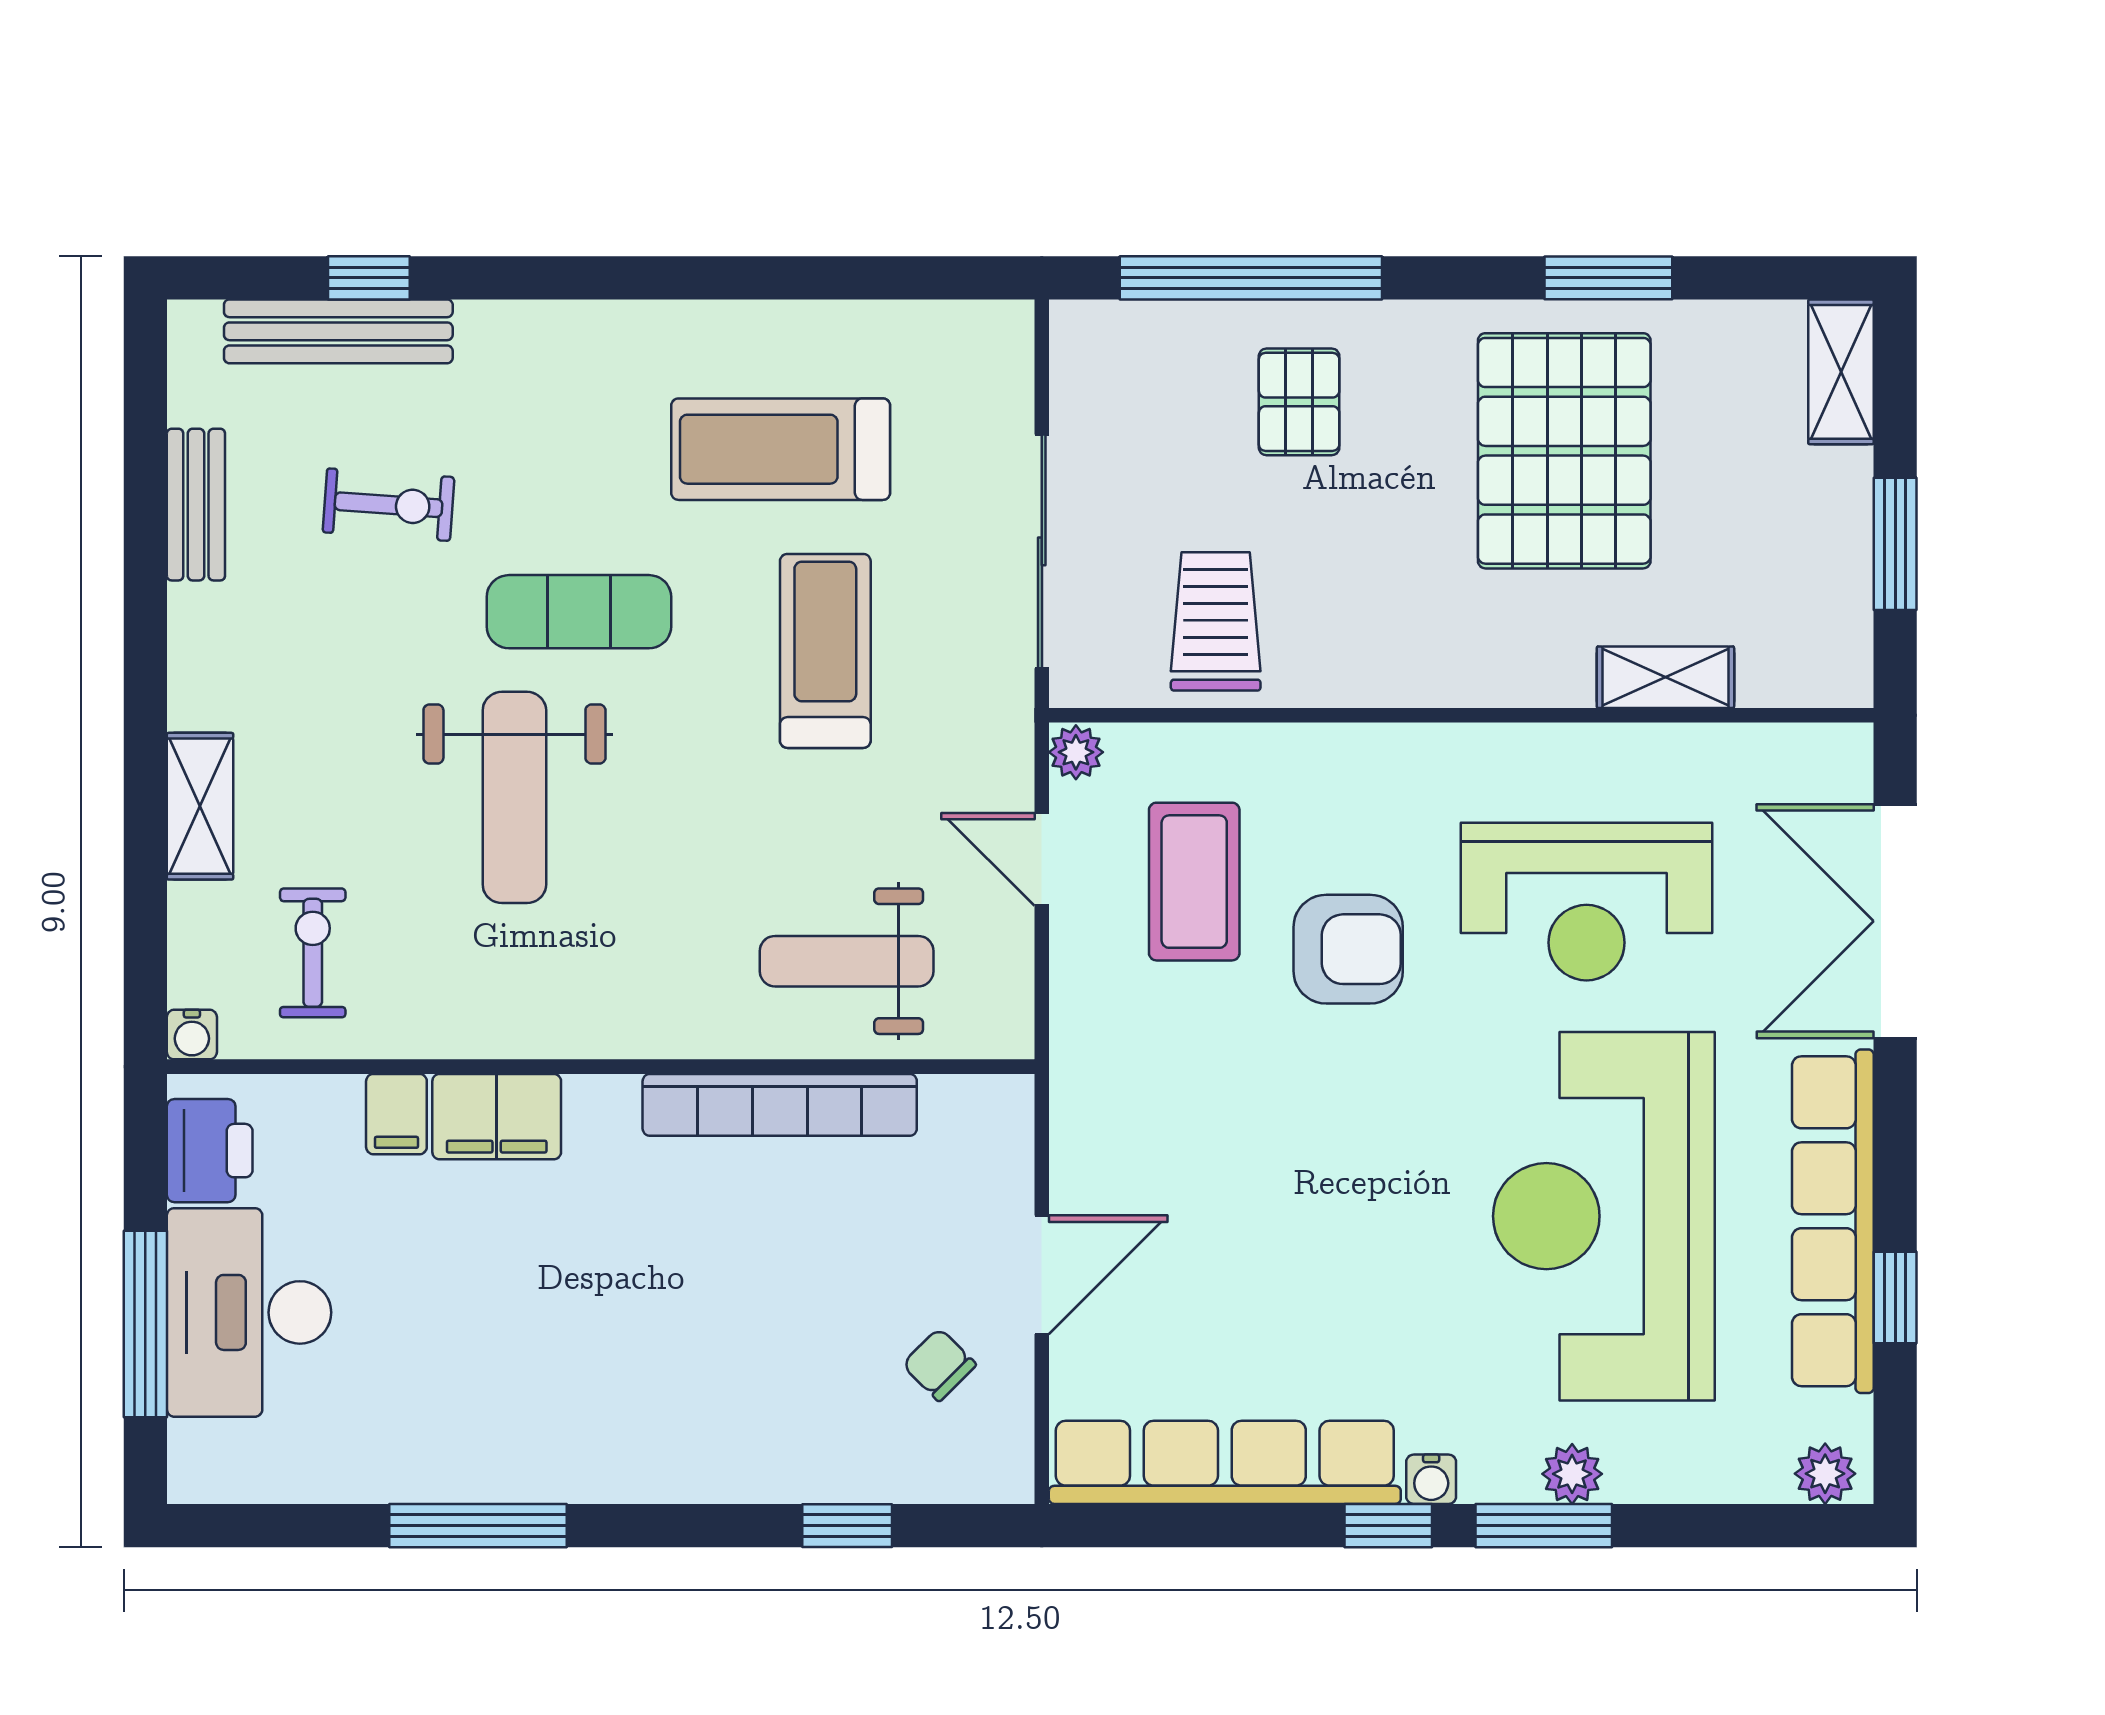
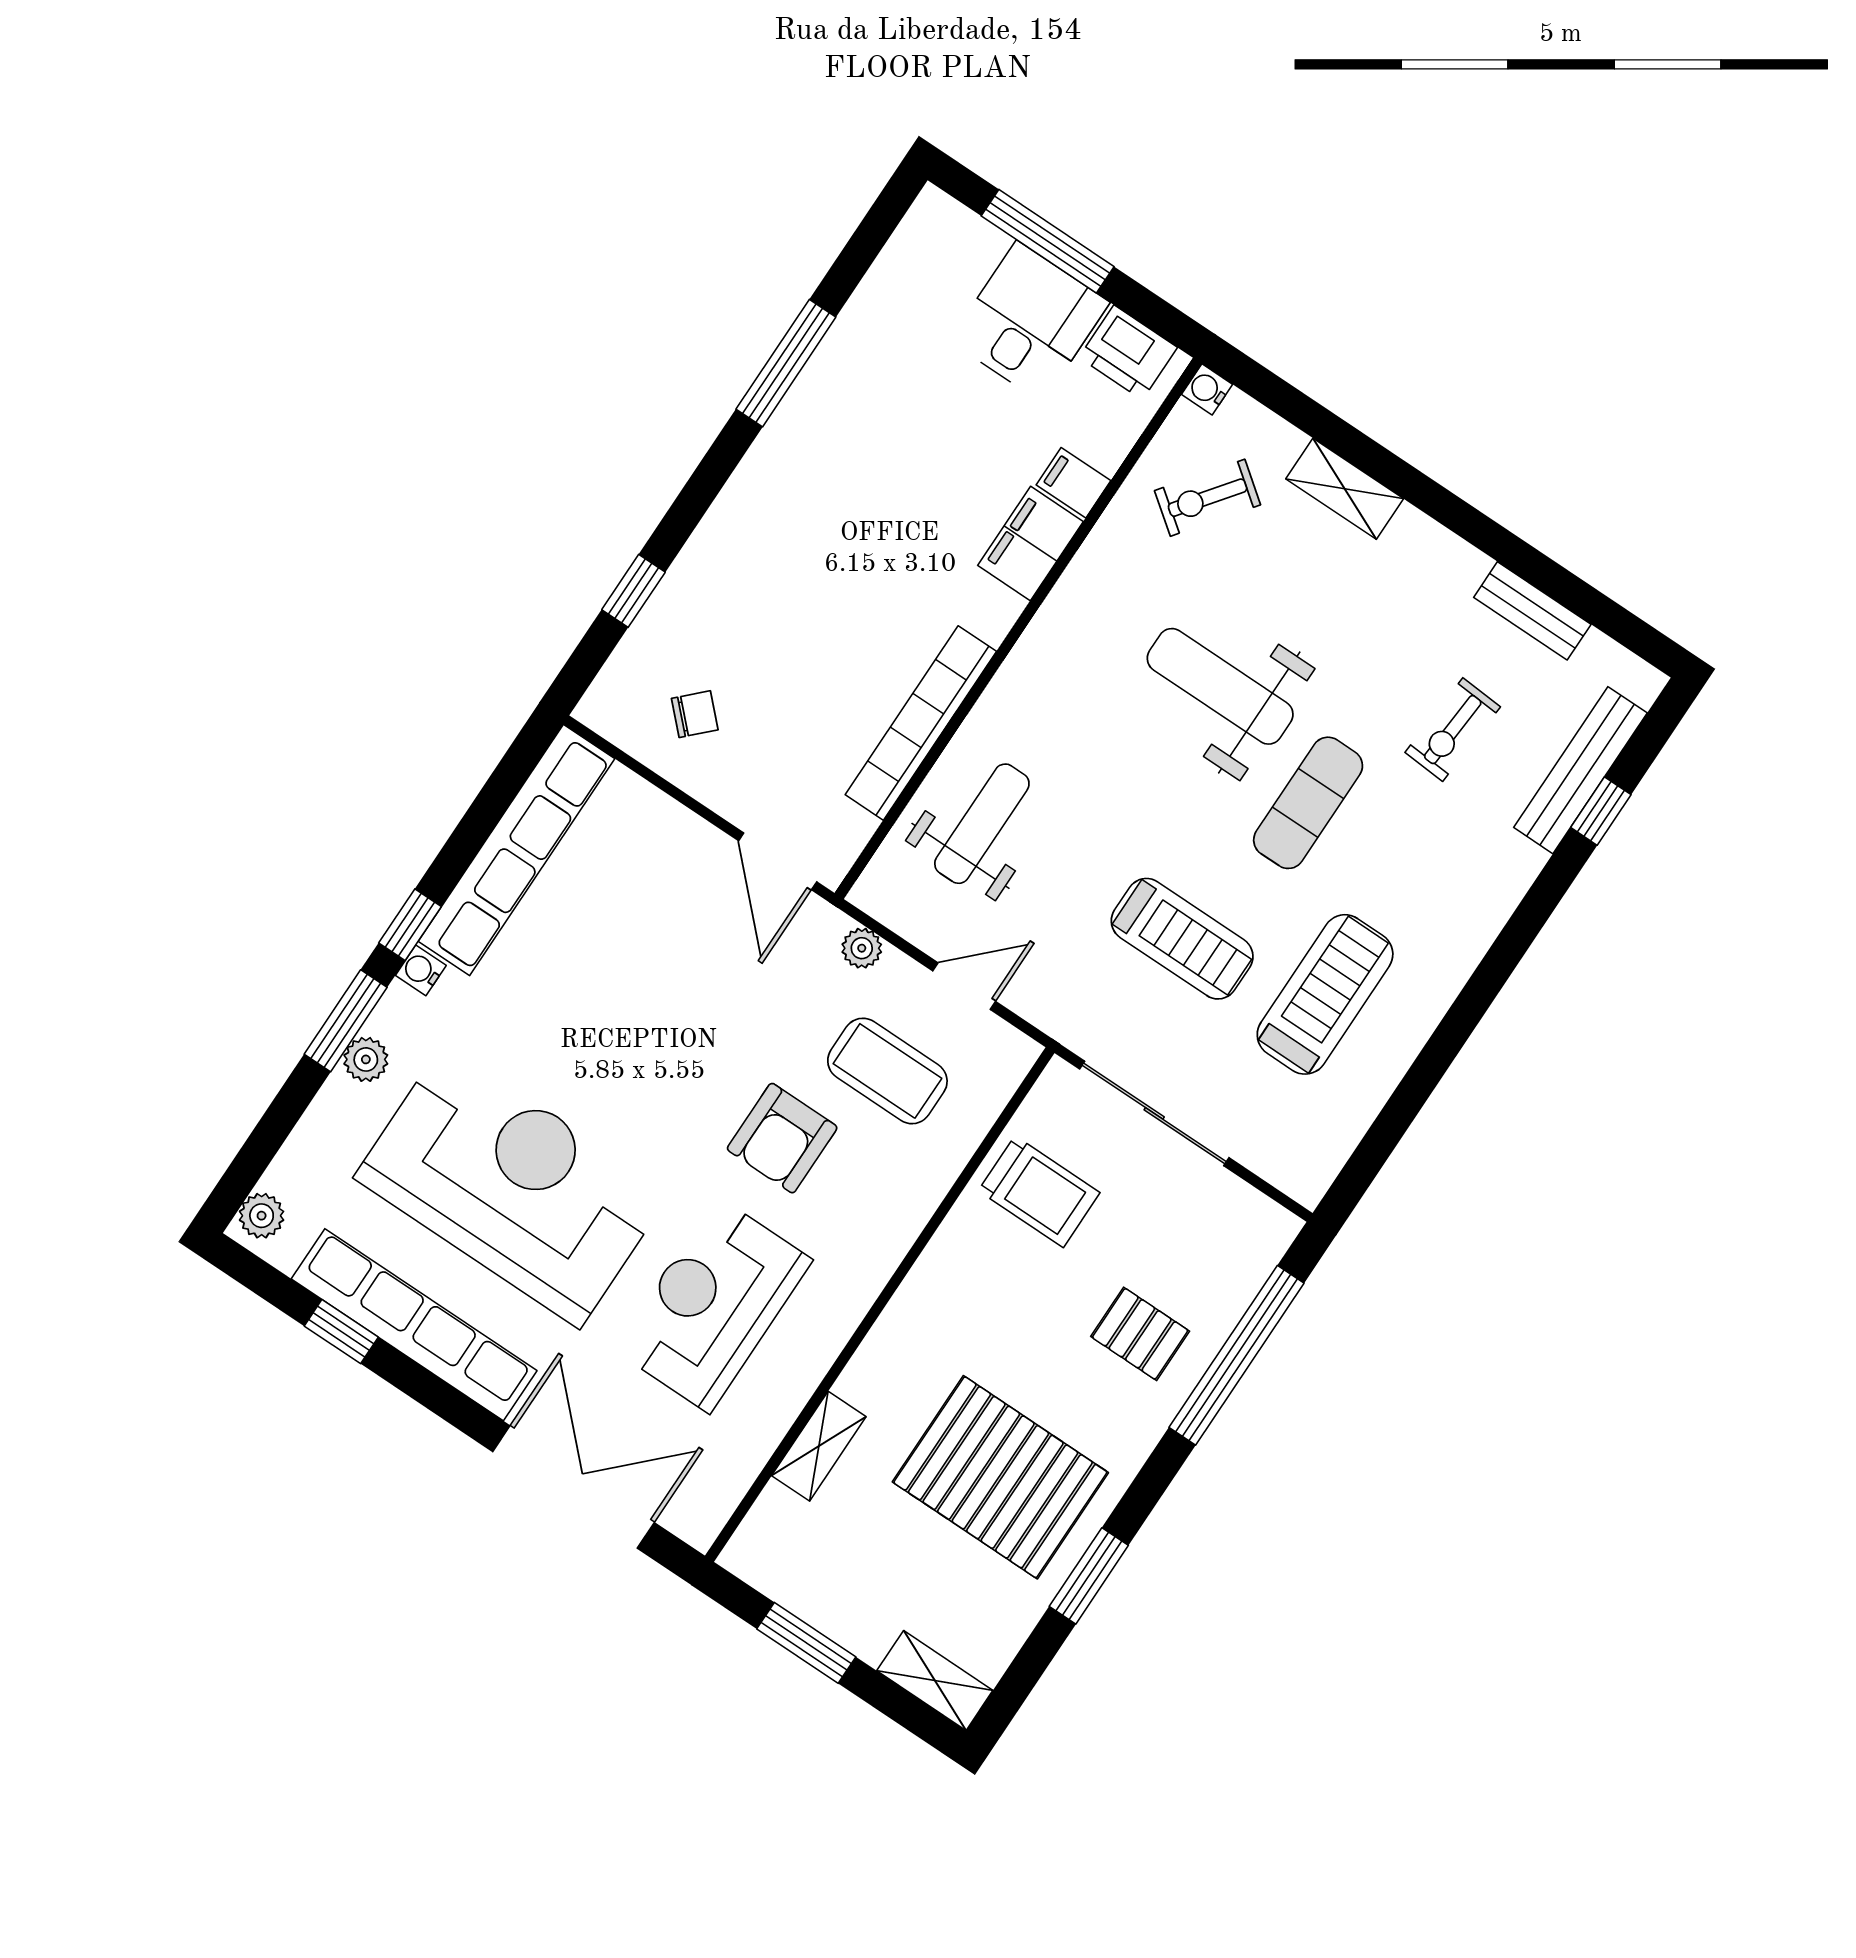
plant: (1076, 752) -> (862, 948), moved
exercise bike: (313, 953) -> (1208, 498), turned 127
door: (1042, 1275) -> (778, 861), moved
desk: (249, 1312) -> (1029, 322), width x0.73

